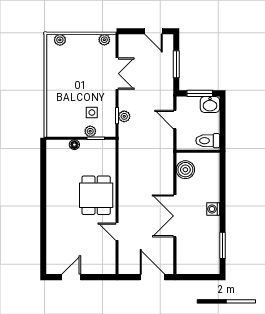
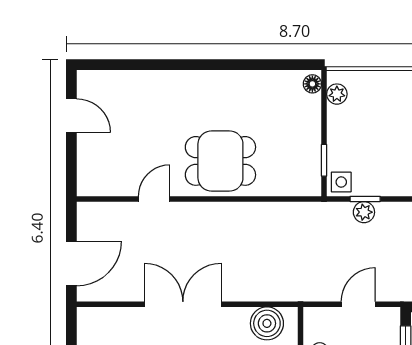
side table: (92, 113) -> (341, 182), moved
plant: (90, 131) -> (337, 94), moved
floor lamp: (74, 145) -> (312, 84), moved

